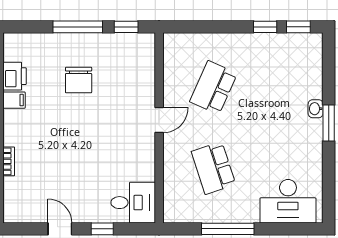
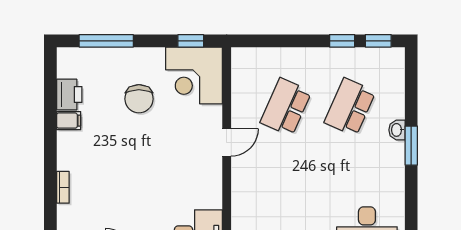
window: (78, 27) -> (106, 41), moved
corner desk: (129, 59) -> (194, 75), added
school desk: (213, 168) -> (350, 107), moved, turned 42

